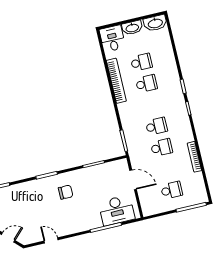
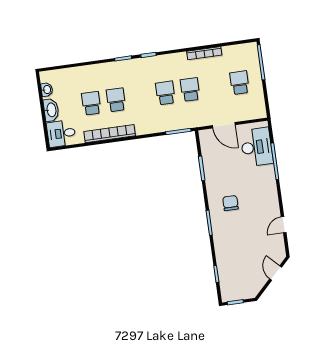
washbasin: (155, 23) -> (47, 90), width x0.52, depth x0.69
door: (133, 180) -> (224, 125), swing flipped

